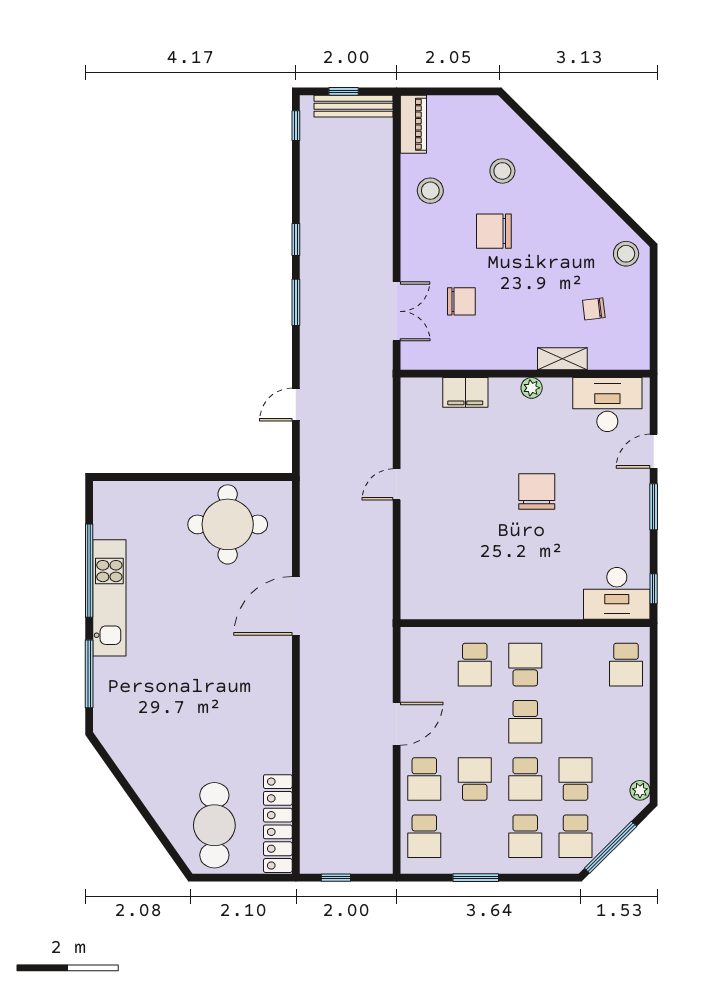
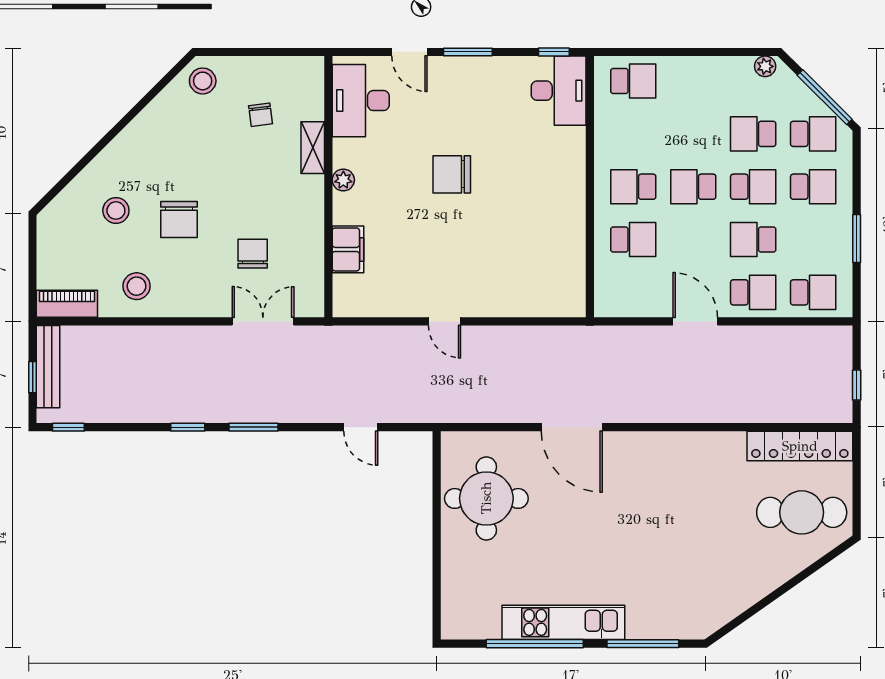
school desk: (525, 722) -> (693, 187), turned 180

